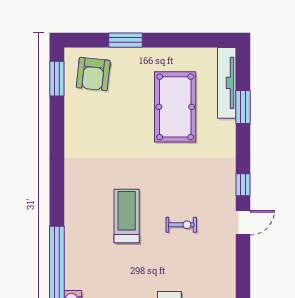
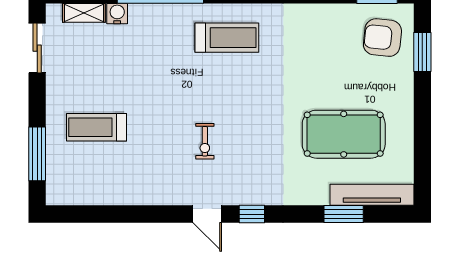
window: (125, 40) -> (422, 52), moved
treadmill: (127, 216) -> (227, 38), moved

